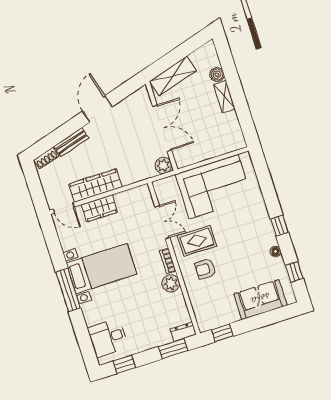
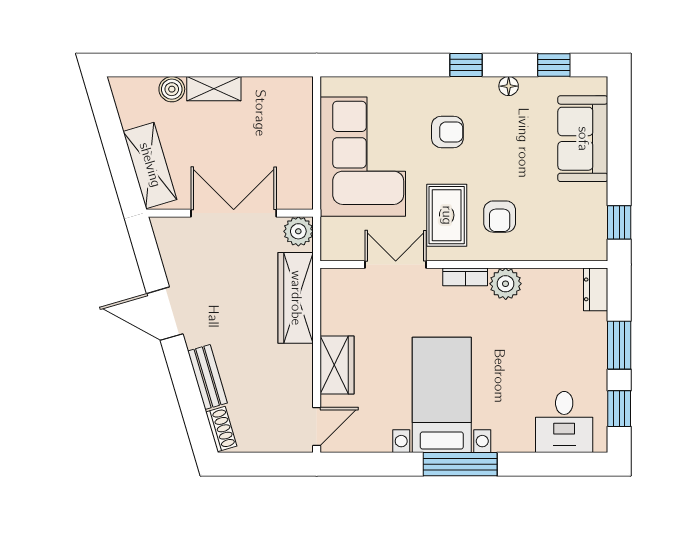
wardrobe: (95, 186) -> (296, 298), moved
armchair: (241, 227) -> (447, 132), added
window: (173, 349) -> (619, 345), moved

